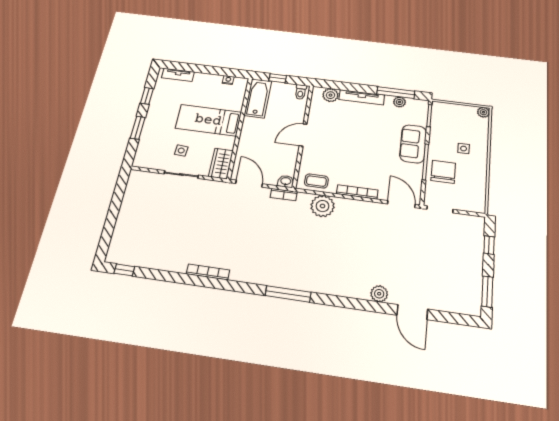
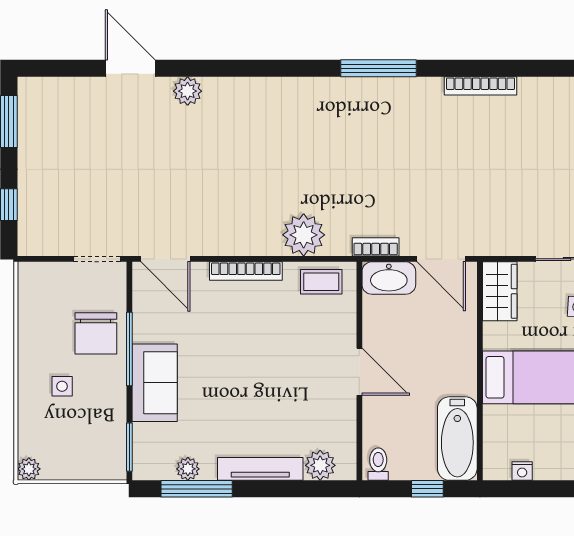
door: (303, 135) -> (359, 372), hinge flipped
washbasin: (286, 181) -> (389, 278), width x1.91, depth x1.45
window: (288, 294) -> (378, 68), moved

